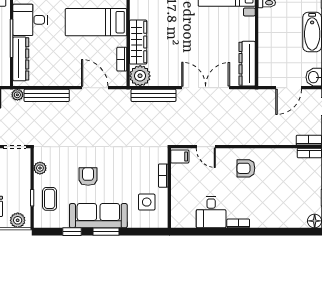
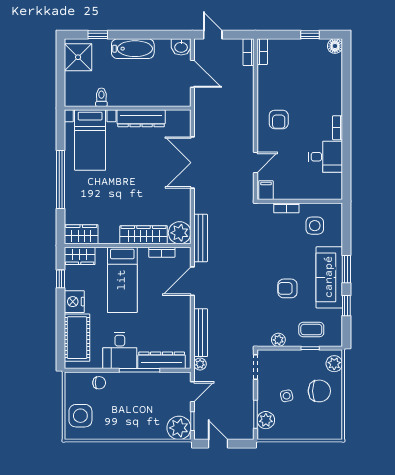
dresser: (247, 64) -> (141, 118), moved
bench: (153, 95) -> (201, 238), moved

